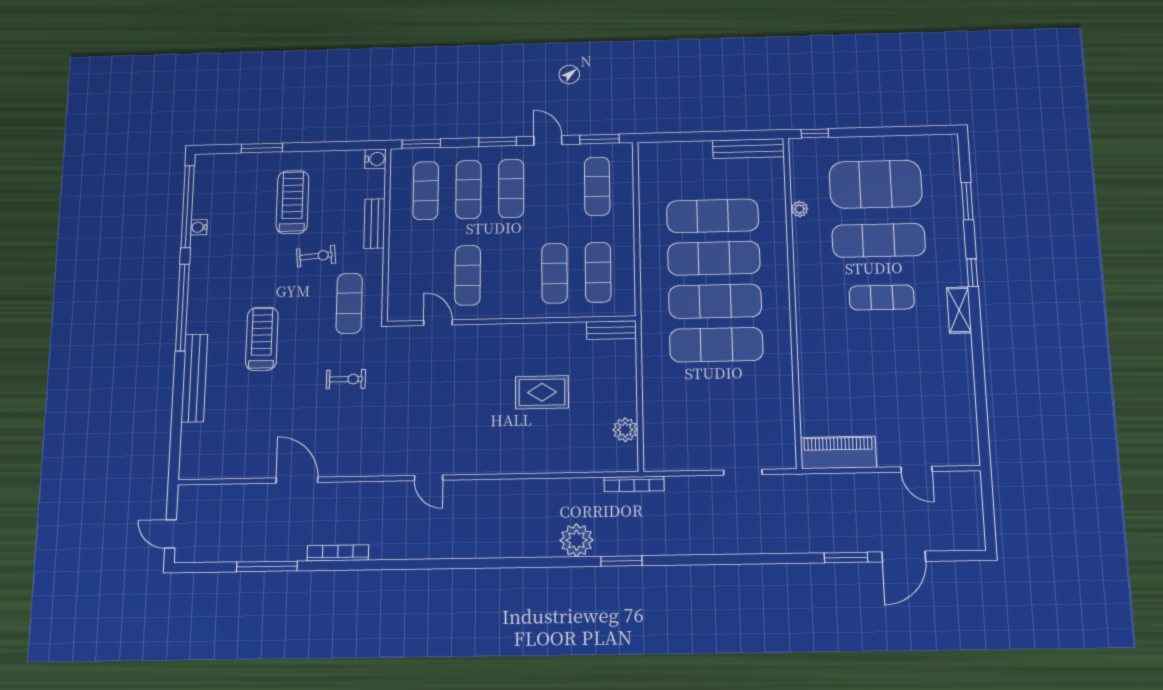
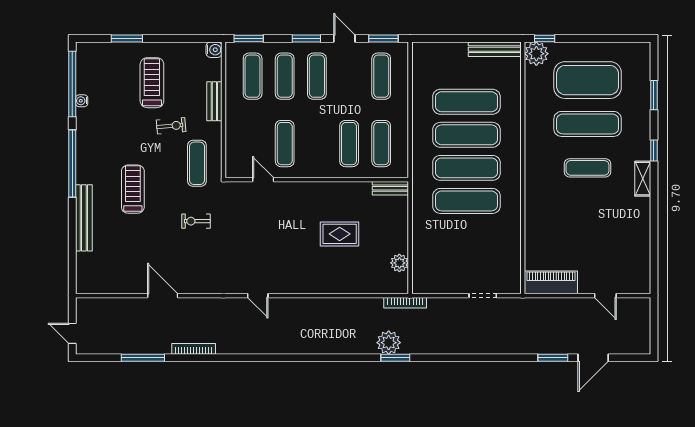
plant: (800, 209) -> (536, 54), moved, width x1.88, depth x1.88
exercise bike: (346, 379) -> (196, 221), turned 180
plant: (577, 540) -> (389, 343), moved

